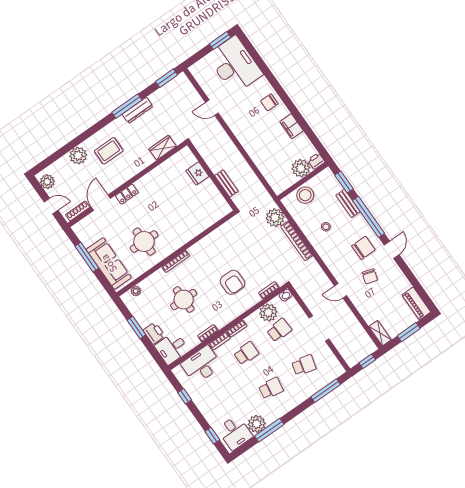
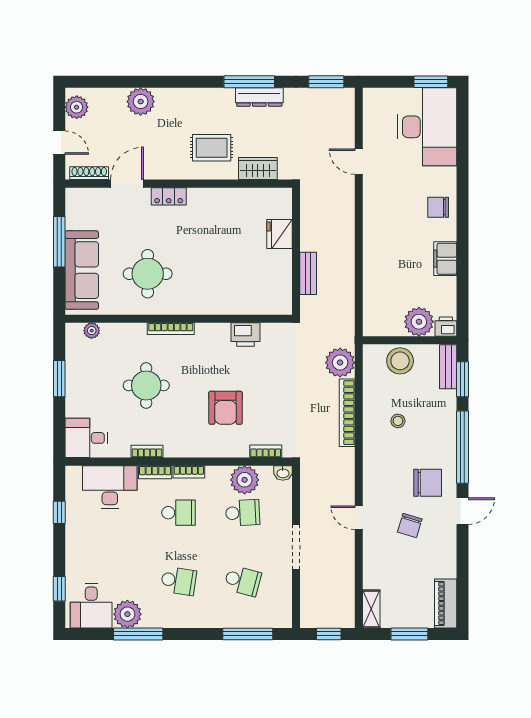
rug: (109, 151) -> (212, 148), moved
bench: (348, 203) -> (448, 367), moved
printer: (154, 333) -> (245, 334), moved, turned 90

